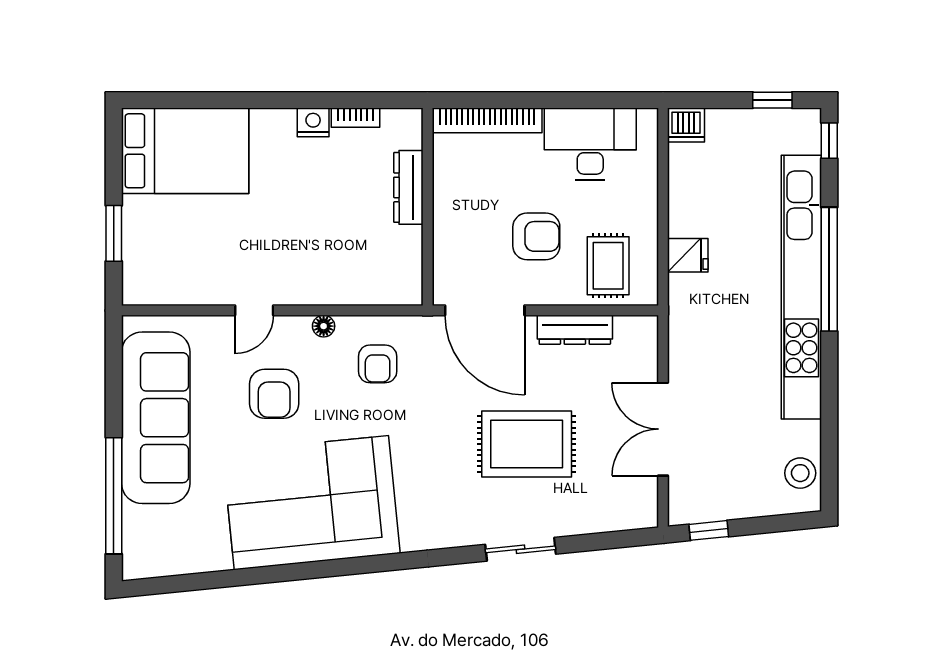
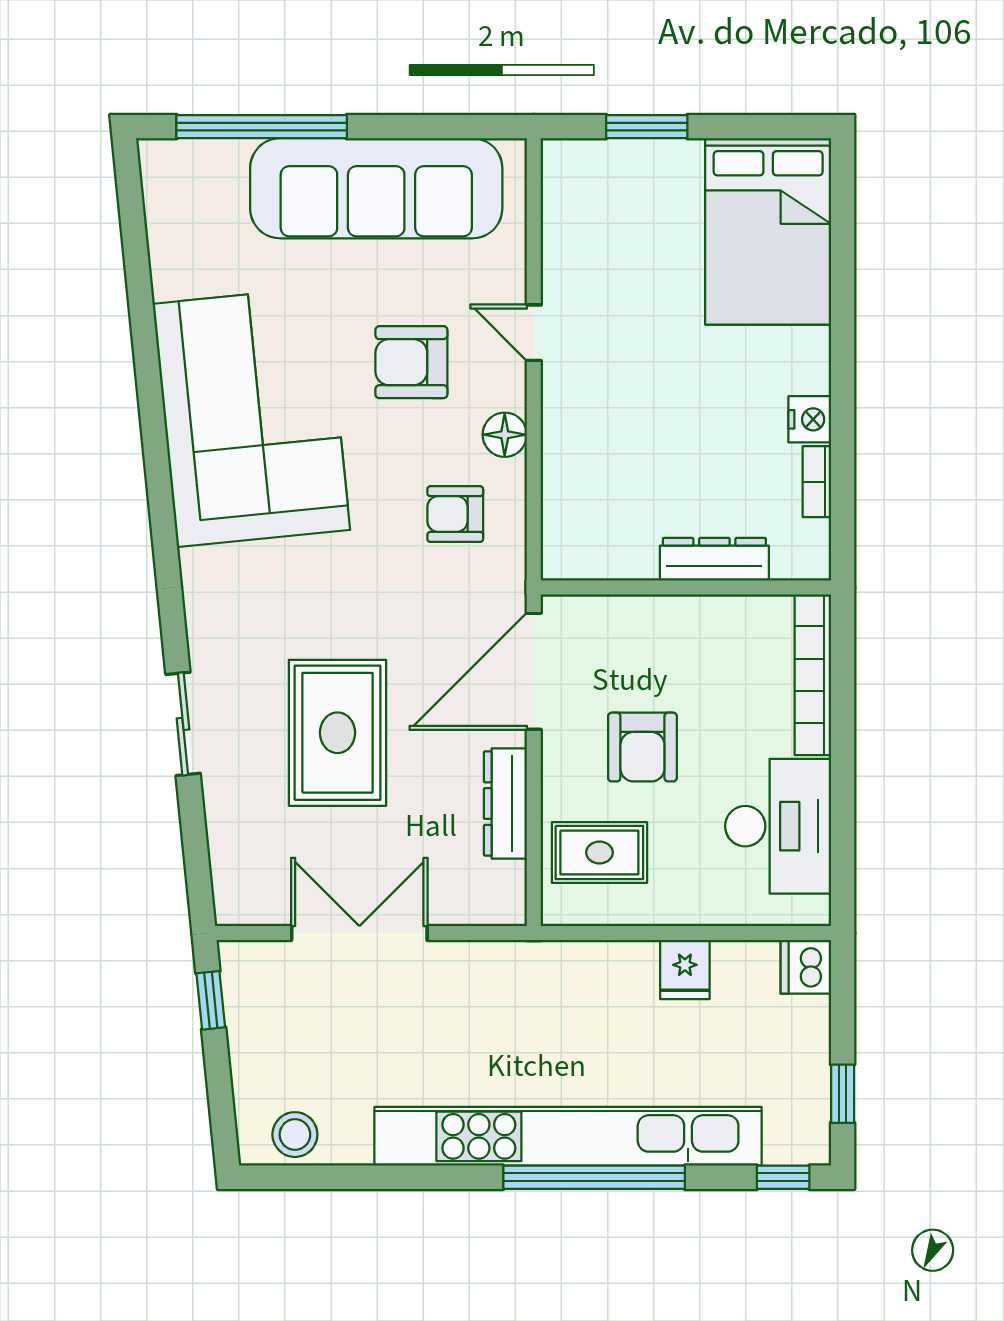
fridge: (688, 255) -> (685, 970), moved
floor lamp: (324, 326) -> (505, 435), width x1.37, depth x1.37

